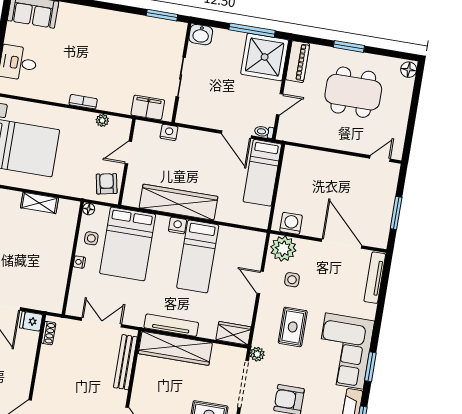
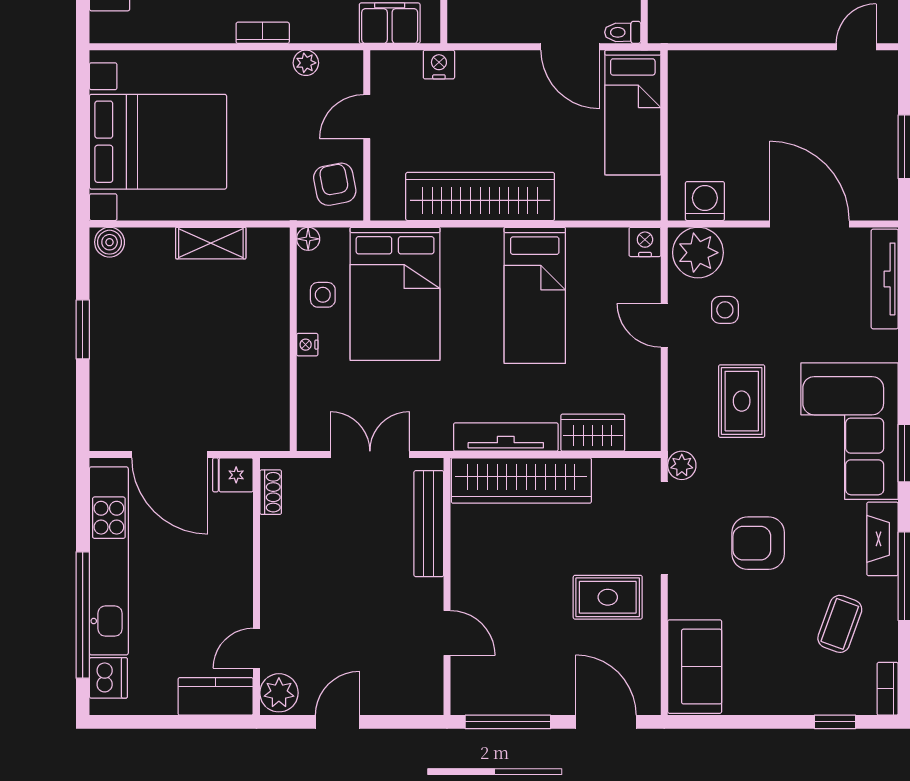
nightstand: (177, 225) -> (645, 242), moved
wardrobe: (233, 333) -> (593, 433), moved

